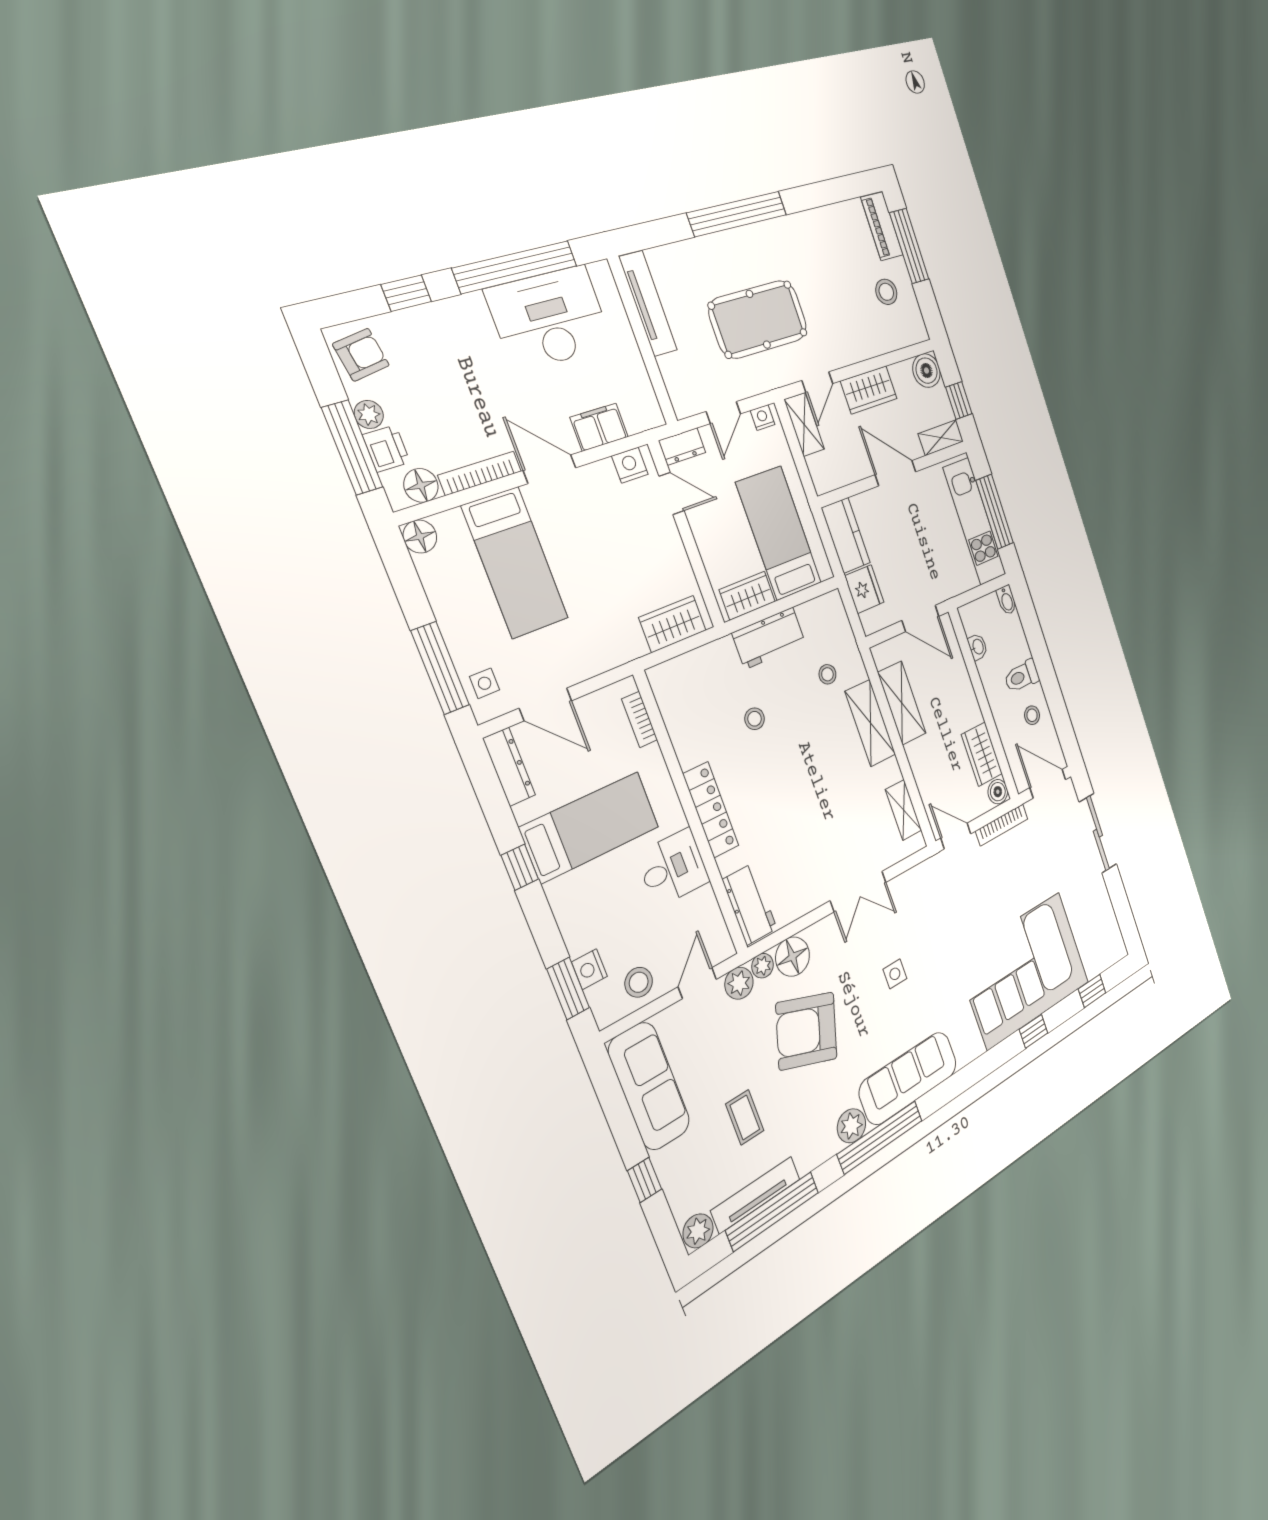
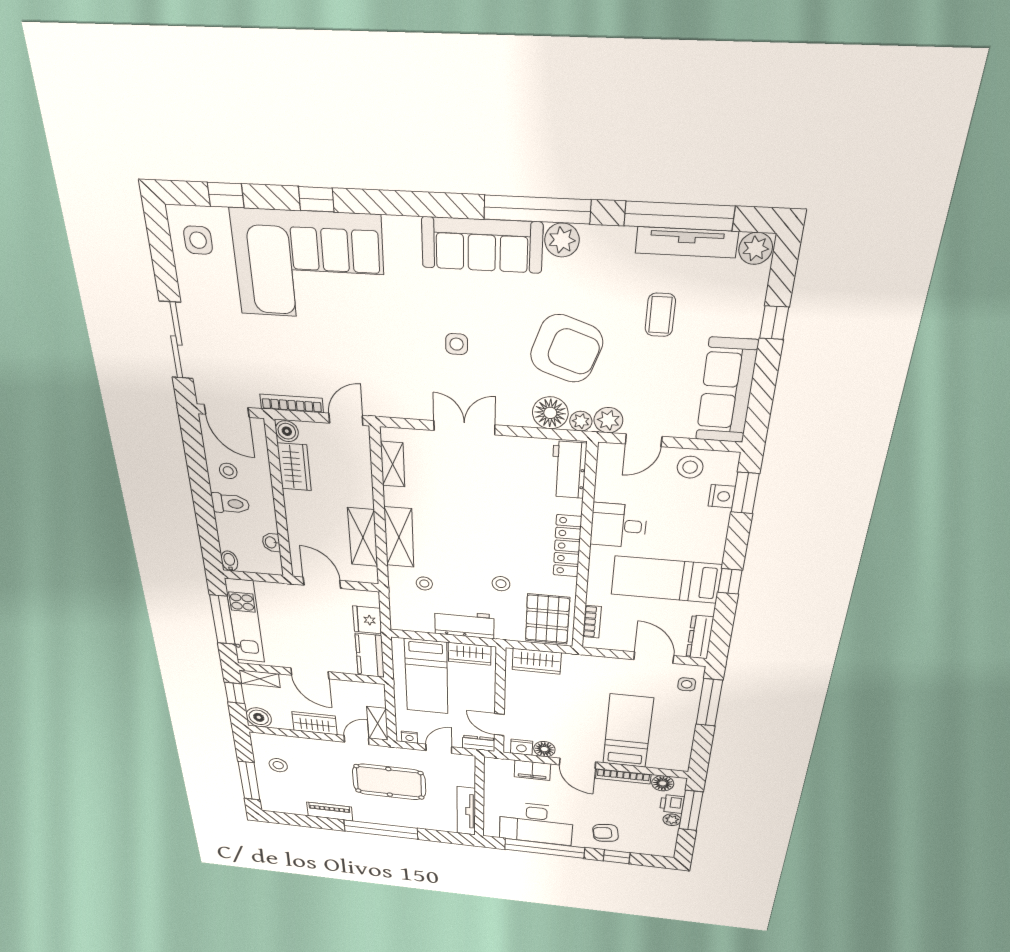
piano: (882, 226) -> (330, 811), moved, turned -90
armchair: (361, 355) -> (606, 833), moved
floor lamp: (420, 536) -> (544, 749), moved
pallet: (688, 696) -> (547, 619), added
door: (956, 836) -> (346, 419), swing flipped
side table: (1102, 939) -> (198, 240), added

